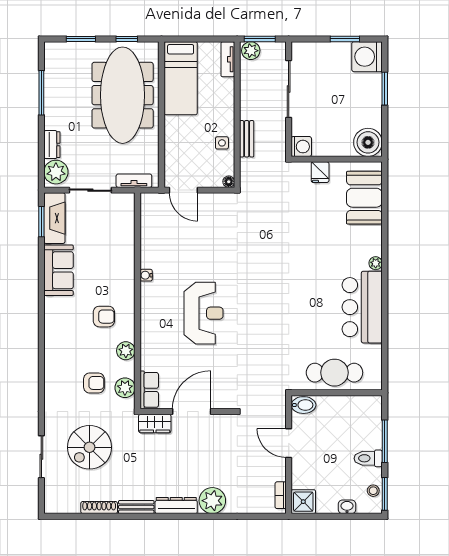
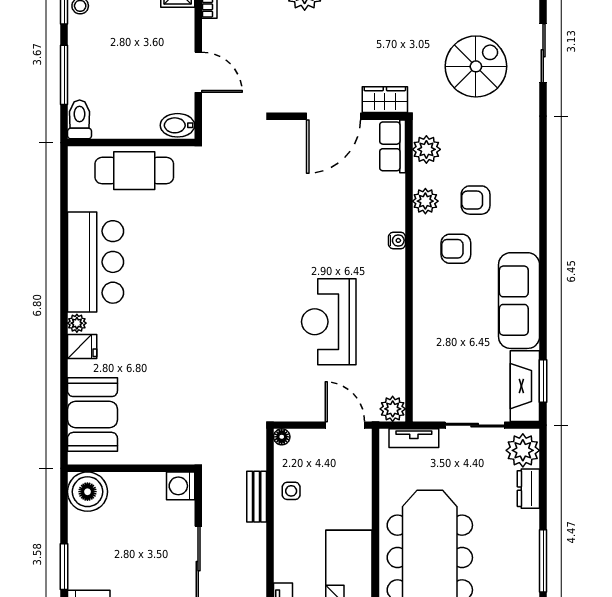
fridge: (320, 172) -> (82, 346), moved, turned 90
plant: (149, 202) -> (393, 409), added
sofa: (59, 270) -> (519, 301), width x1.36
water cooler: (146, 275) -> (397, 240), moved
reception desk: (204, 313) -> (329, 322), moved
armchair: (94, 383) -> (476, 200), moved
toilet: (368, 458) -> (80, 119), moved, turned -90

